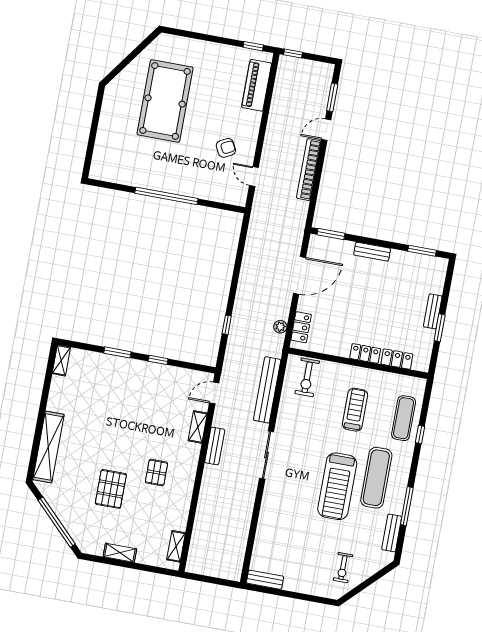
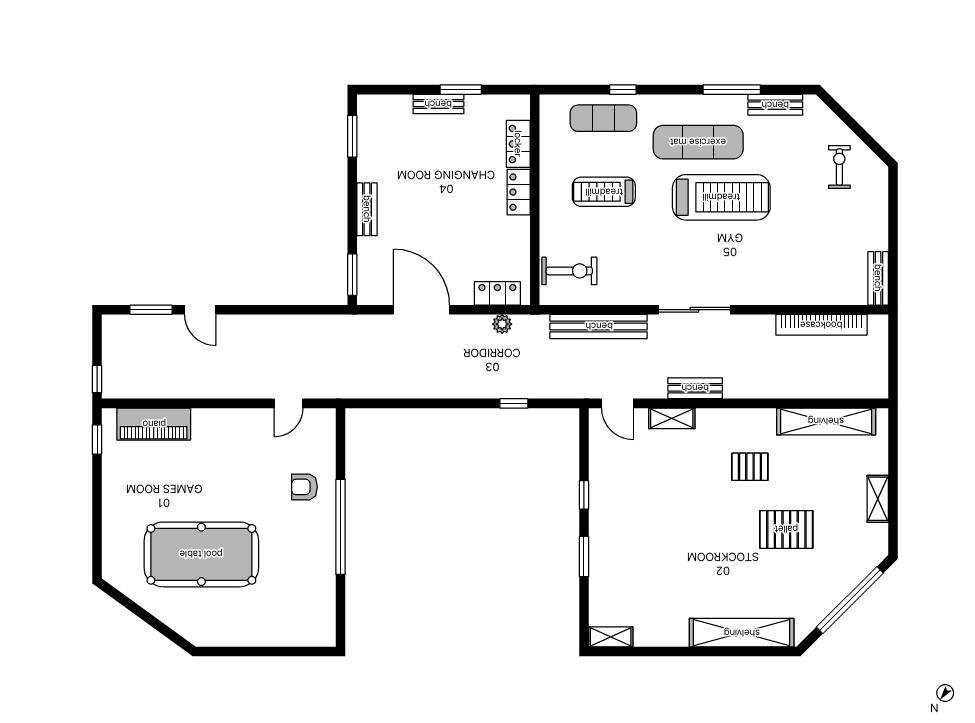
armchair: (226, 148) -> (304, 487), moved, turned -62
bookcase: (309, 170) -> (821, 325), moved
shelving: (176, 546) -> (826, 421), width x2.20, depth x1.33
exercise bike: (343, 568) -> (839, 167), turned -90

